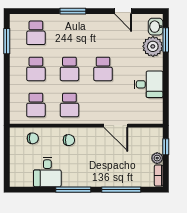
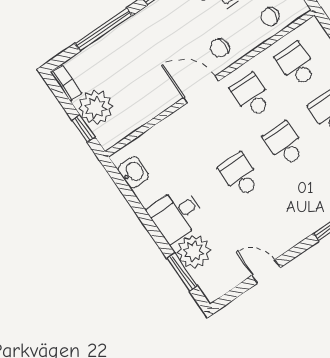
washbasin: (156, 27) -> (133, 172), moved
desk: (149, 84) -> (176, 214), moved
door: (116, 126) -> (201, 89), moved
plant: (157, 158) -> (96, 107), width x1.88, depth x1.88

